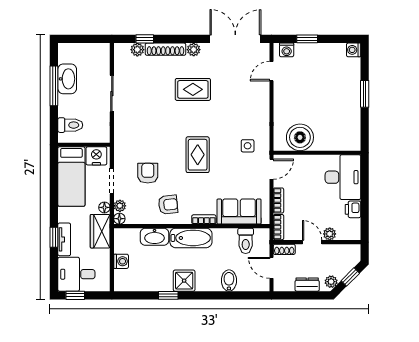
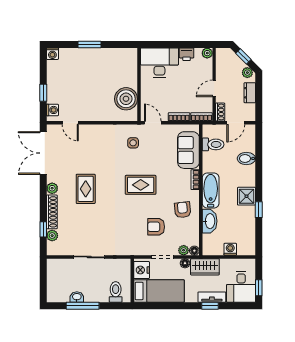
washbasin: (67, 79) -> (77, 297), width x0.52, depth x0.69
plant: (330, 234) -> (207, 53), moved

